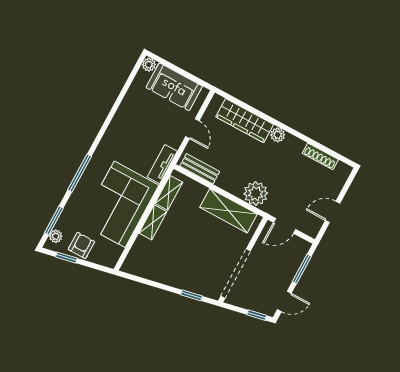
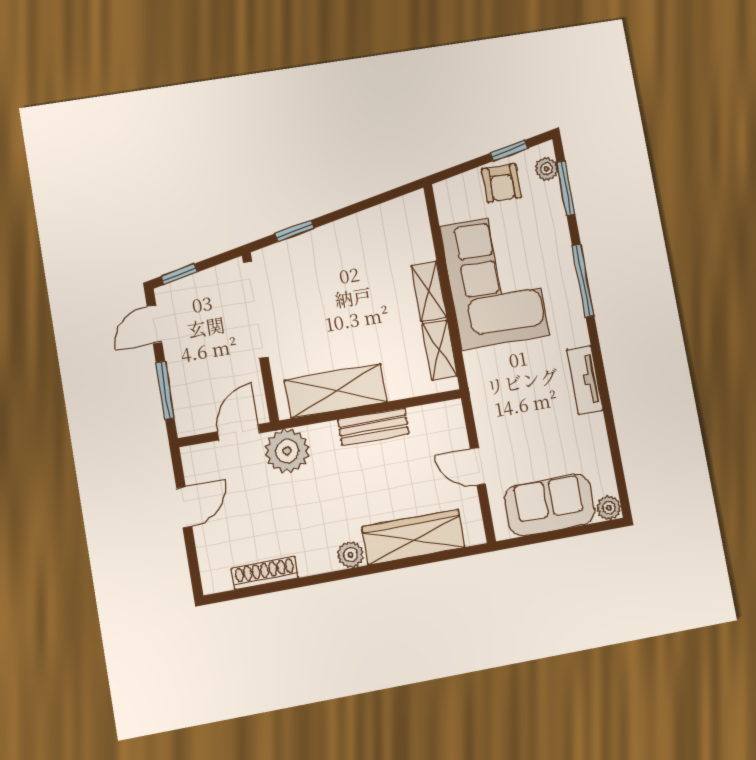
tv unit: (162, 164) -> (585, 380), moved, turned 180
bench: (200, 169) -> (373, 427), moved
plant: (256, 193) -> (287, 451), moved

